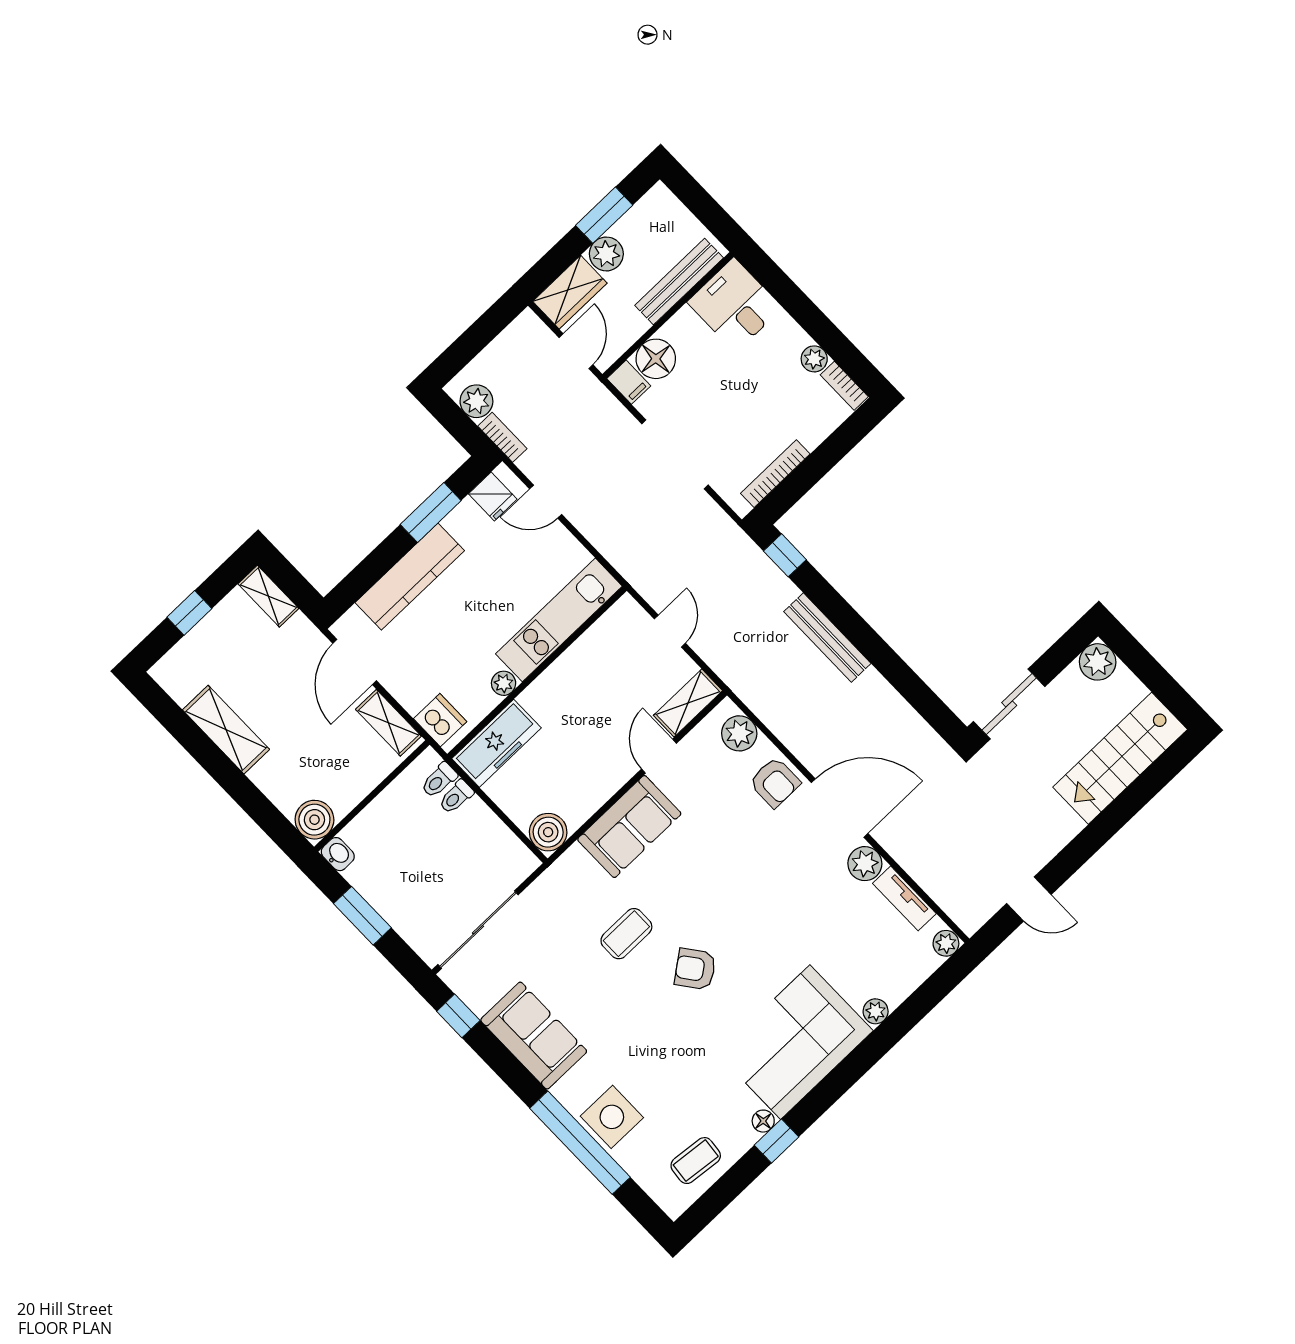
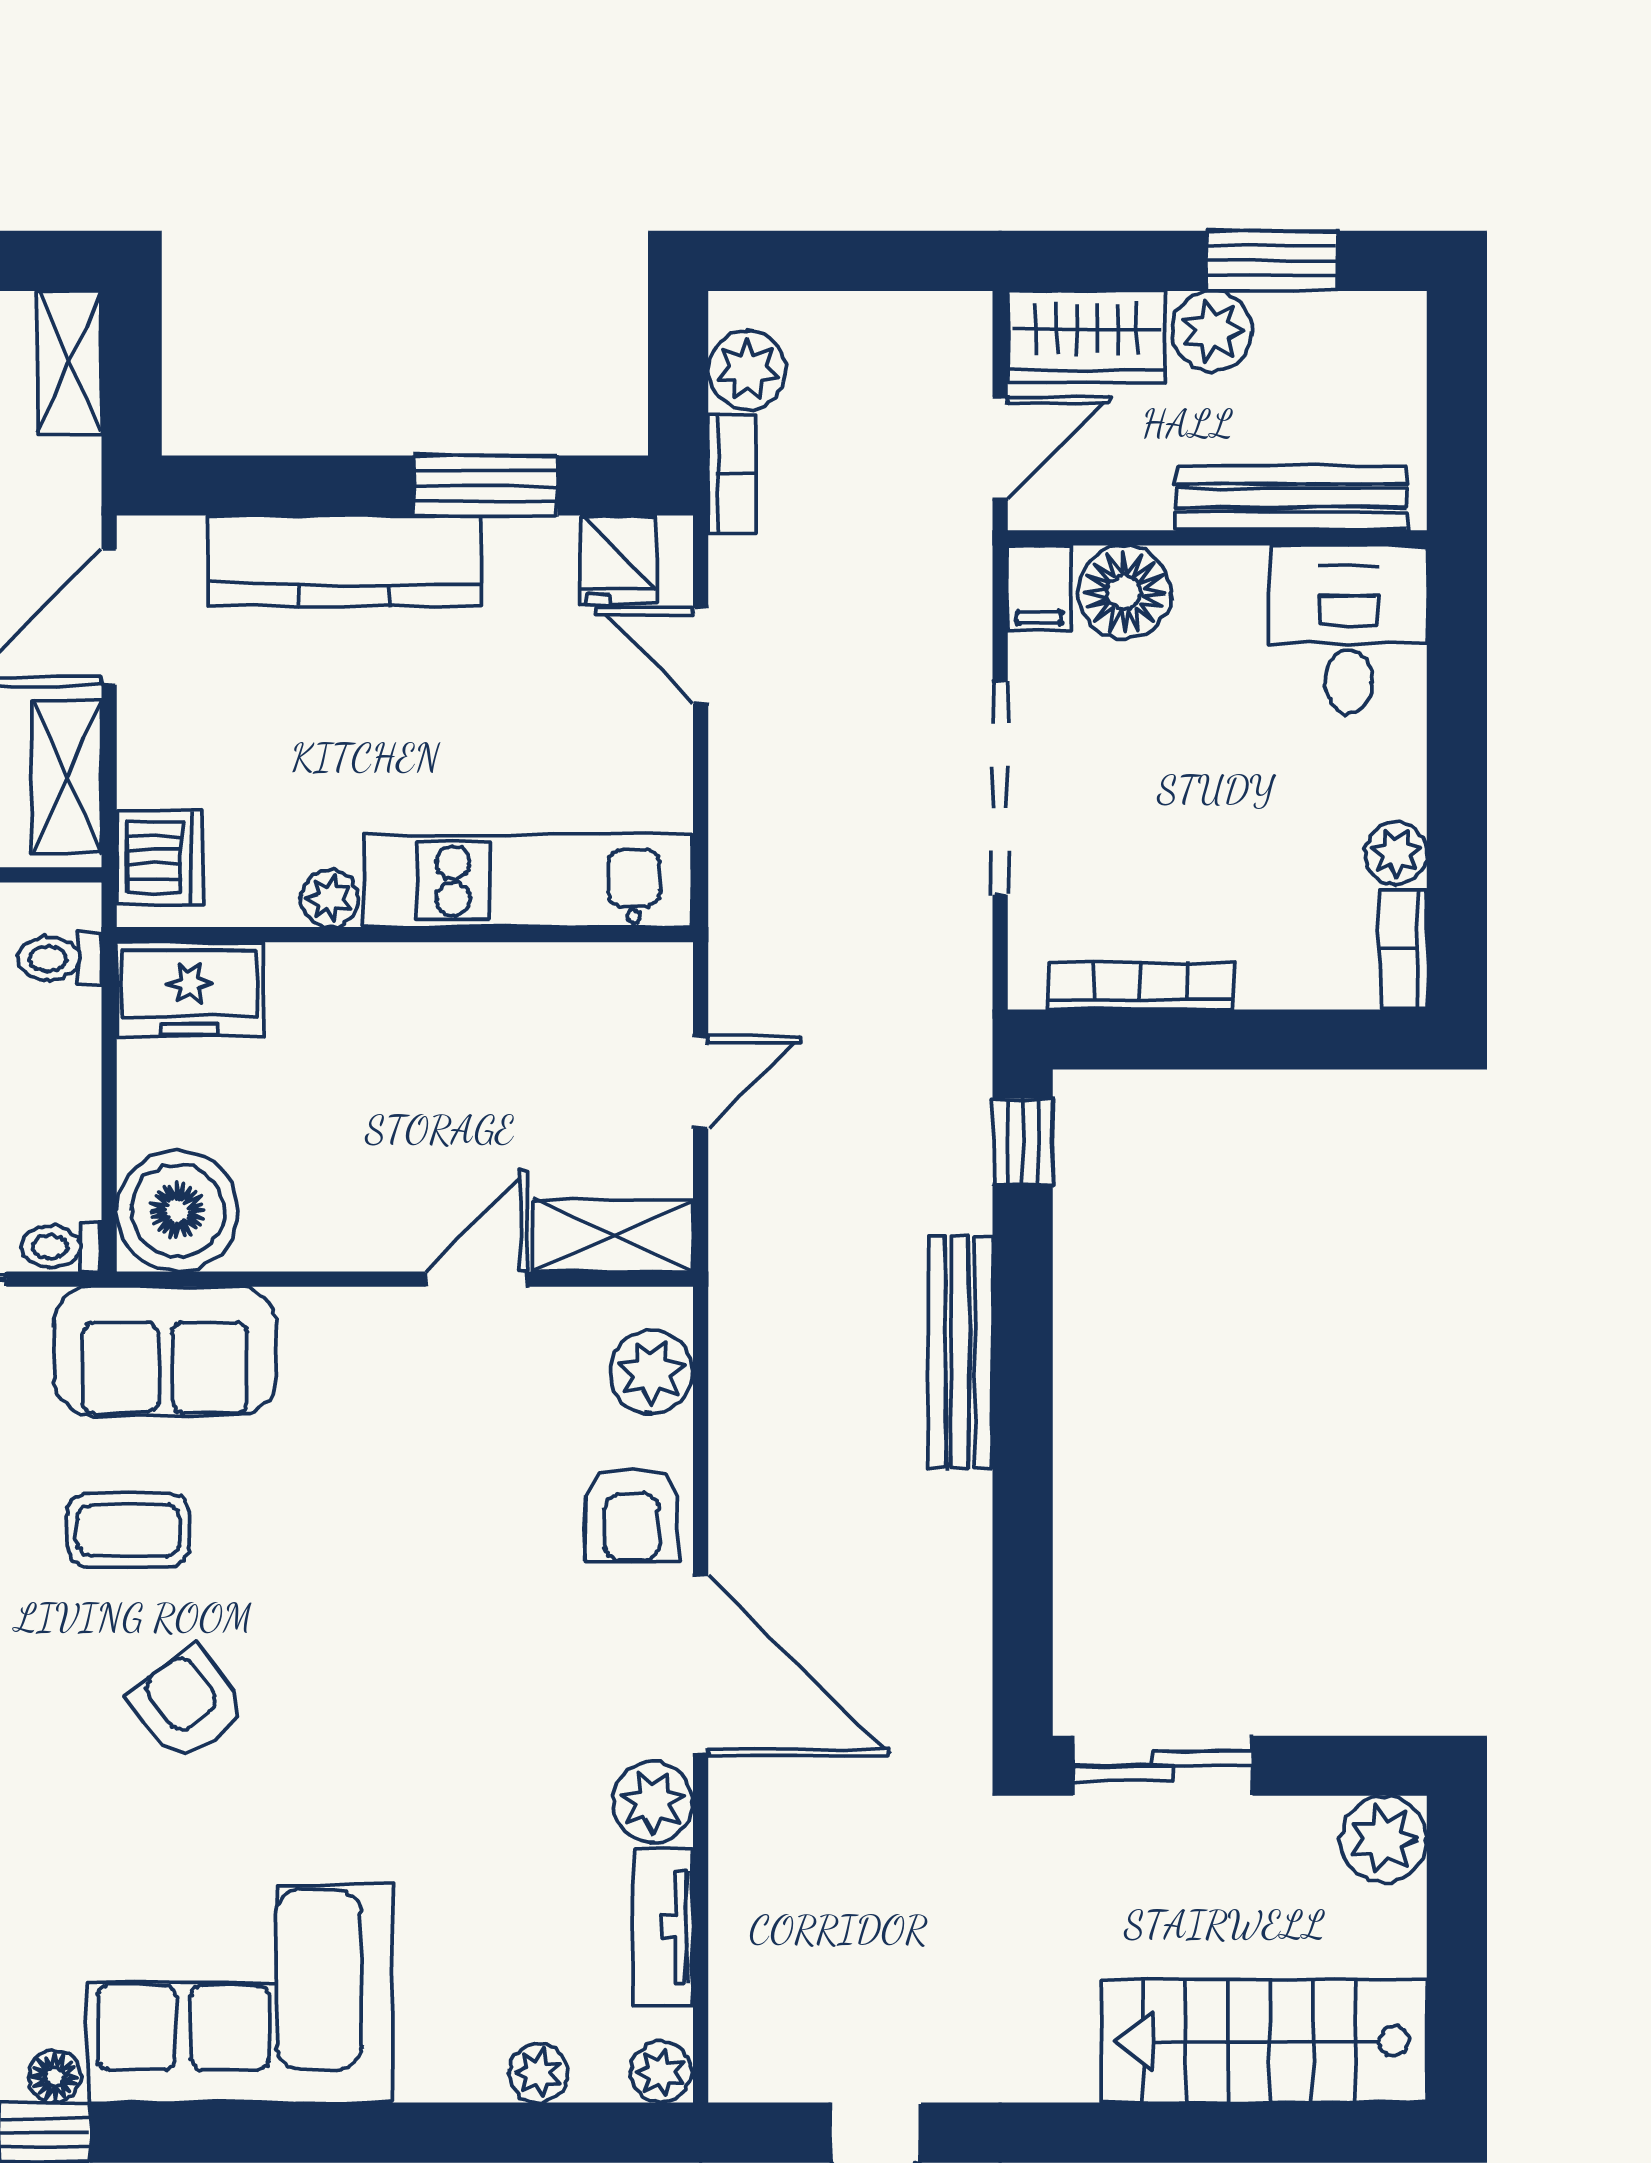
freezer: (497, 743) -> (190, 990), width x0.71
toilet: (456, 797) -> (61, 1247), moved
sofa: (629, 827) -> (165, 1351), moved
boiler: (548, 832) -> (177, 1211), width x1.37, depth x1.37
plant: (876, 1011) -> (538, 2073), moved

